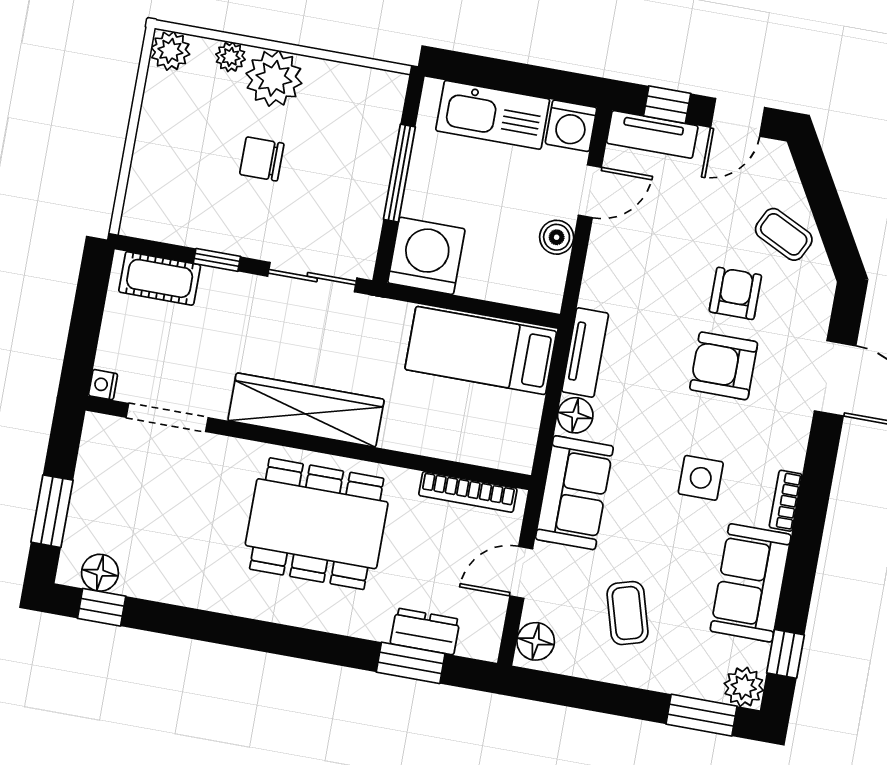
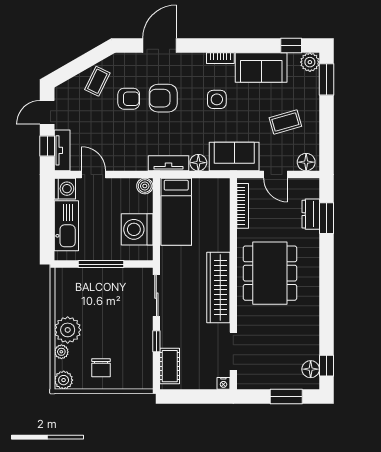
door: (738, 117) -> (47, 112), swing flipped
chair: (262, 159) -> (101, 368), moved
boiler: (557, 237) -> (145, 186), moved
washing machine: (426, 256) -> (137, 229), moved
armchair: (735, 293) -> (129, 99), turned 180
armchair: (724, 366) -> (163, 98), turned 90

